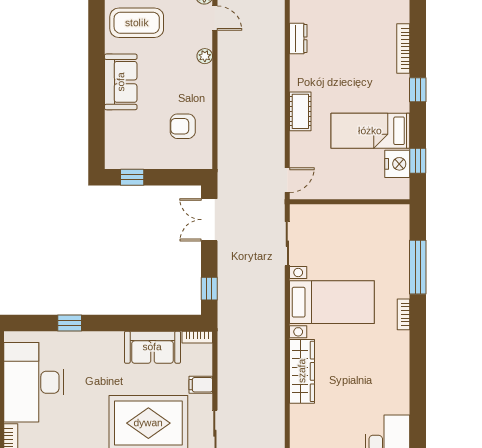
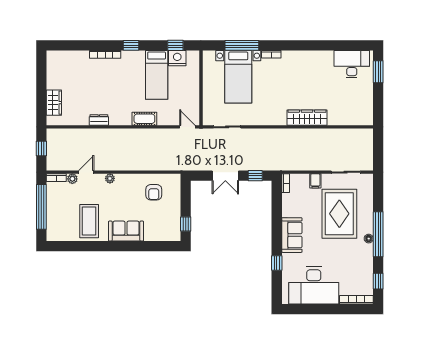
double door: (209, 220) -> (225, 176), moved
bed with nightstands: (332, 302) -> (238, 77), moved, turned 180
sofa: (152, 347) -> (292, 235), moved

